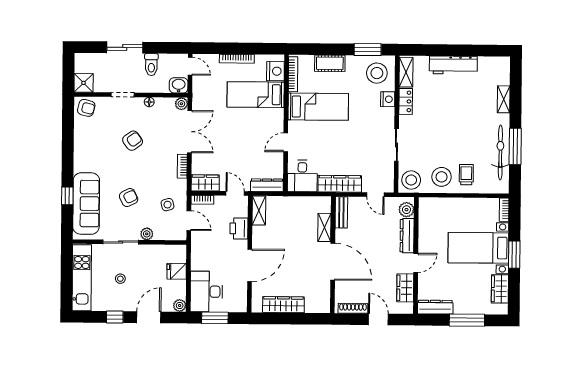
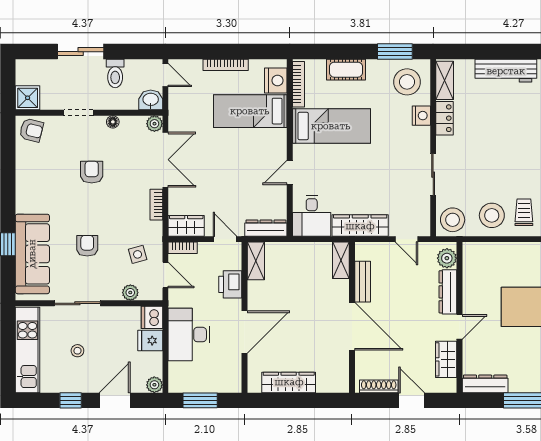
armchair: (133, 141) -> (92, 172), turned -54
armchair: (129, 198) -> (87, 246), turned -64
bench: (341, 212) -> (363, 282), moved
shelving: (324, 227) -> (341, 260), moved
plant: (147, 234) -> (130, 292), moved
dishwasher: (178, 253) -> (152, 317), added
desk: (206, 292) -> (189, 335), moved

